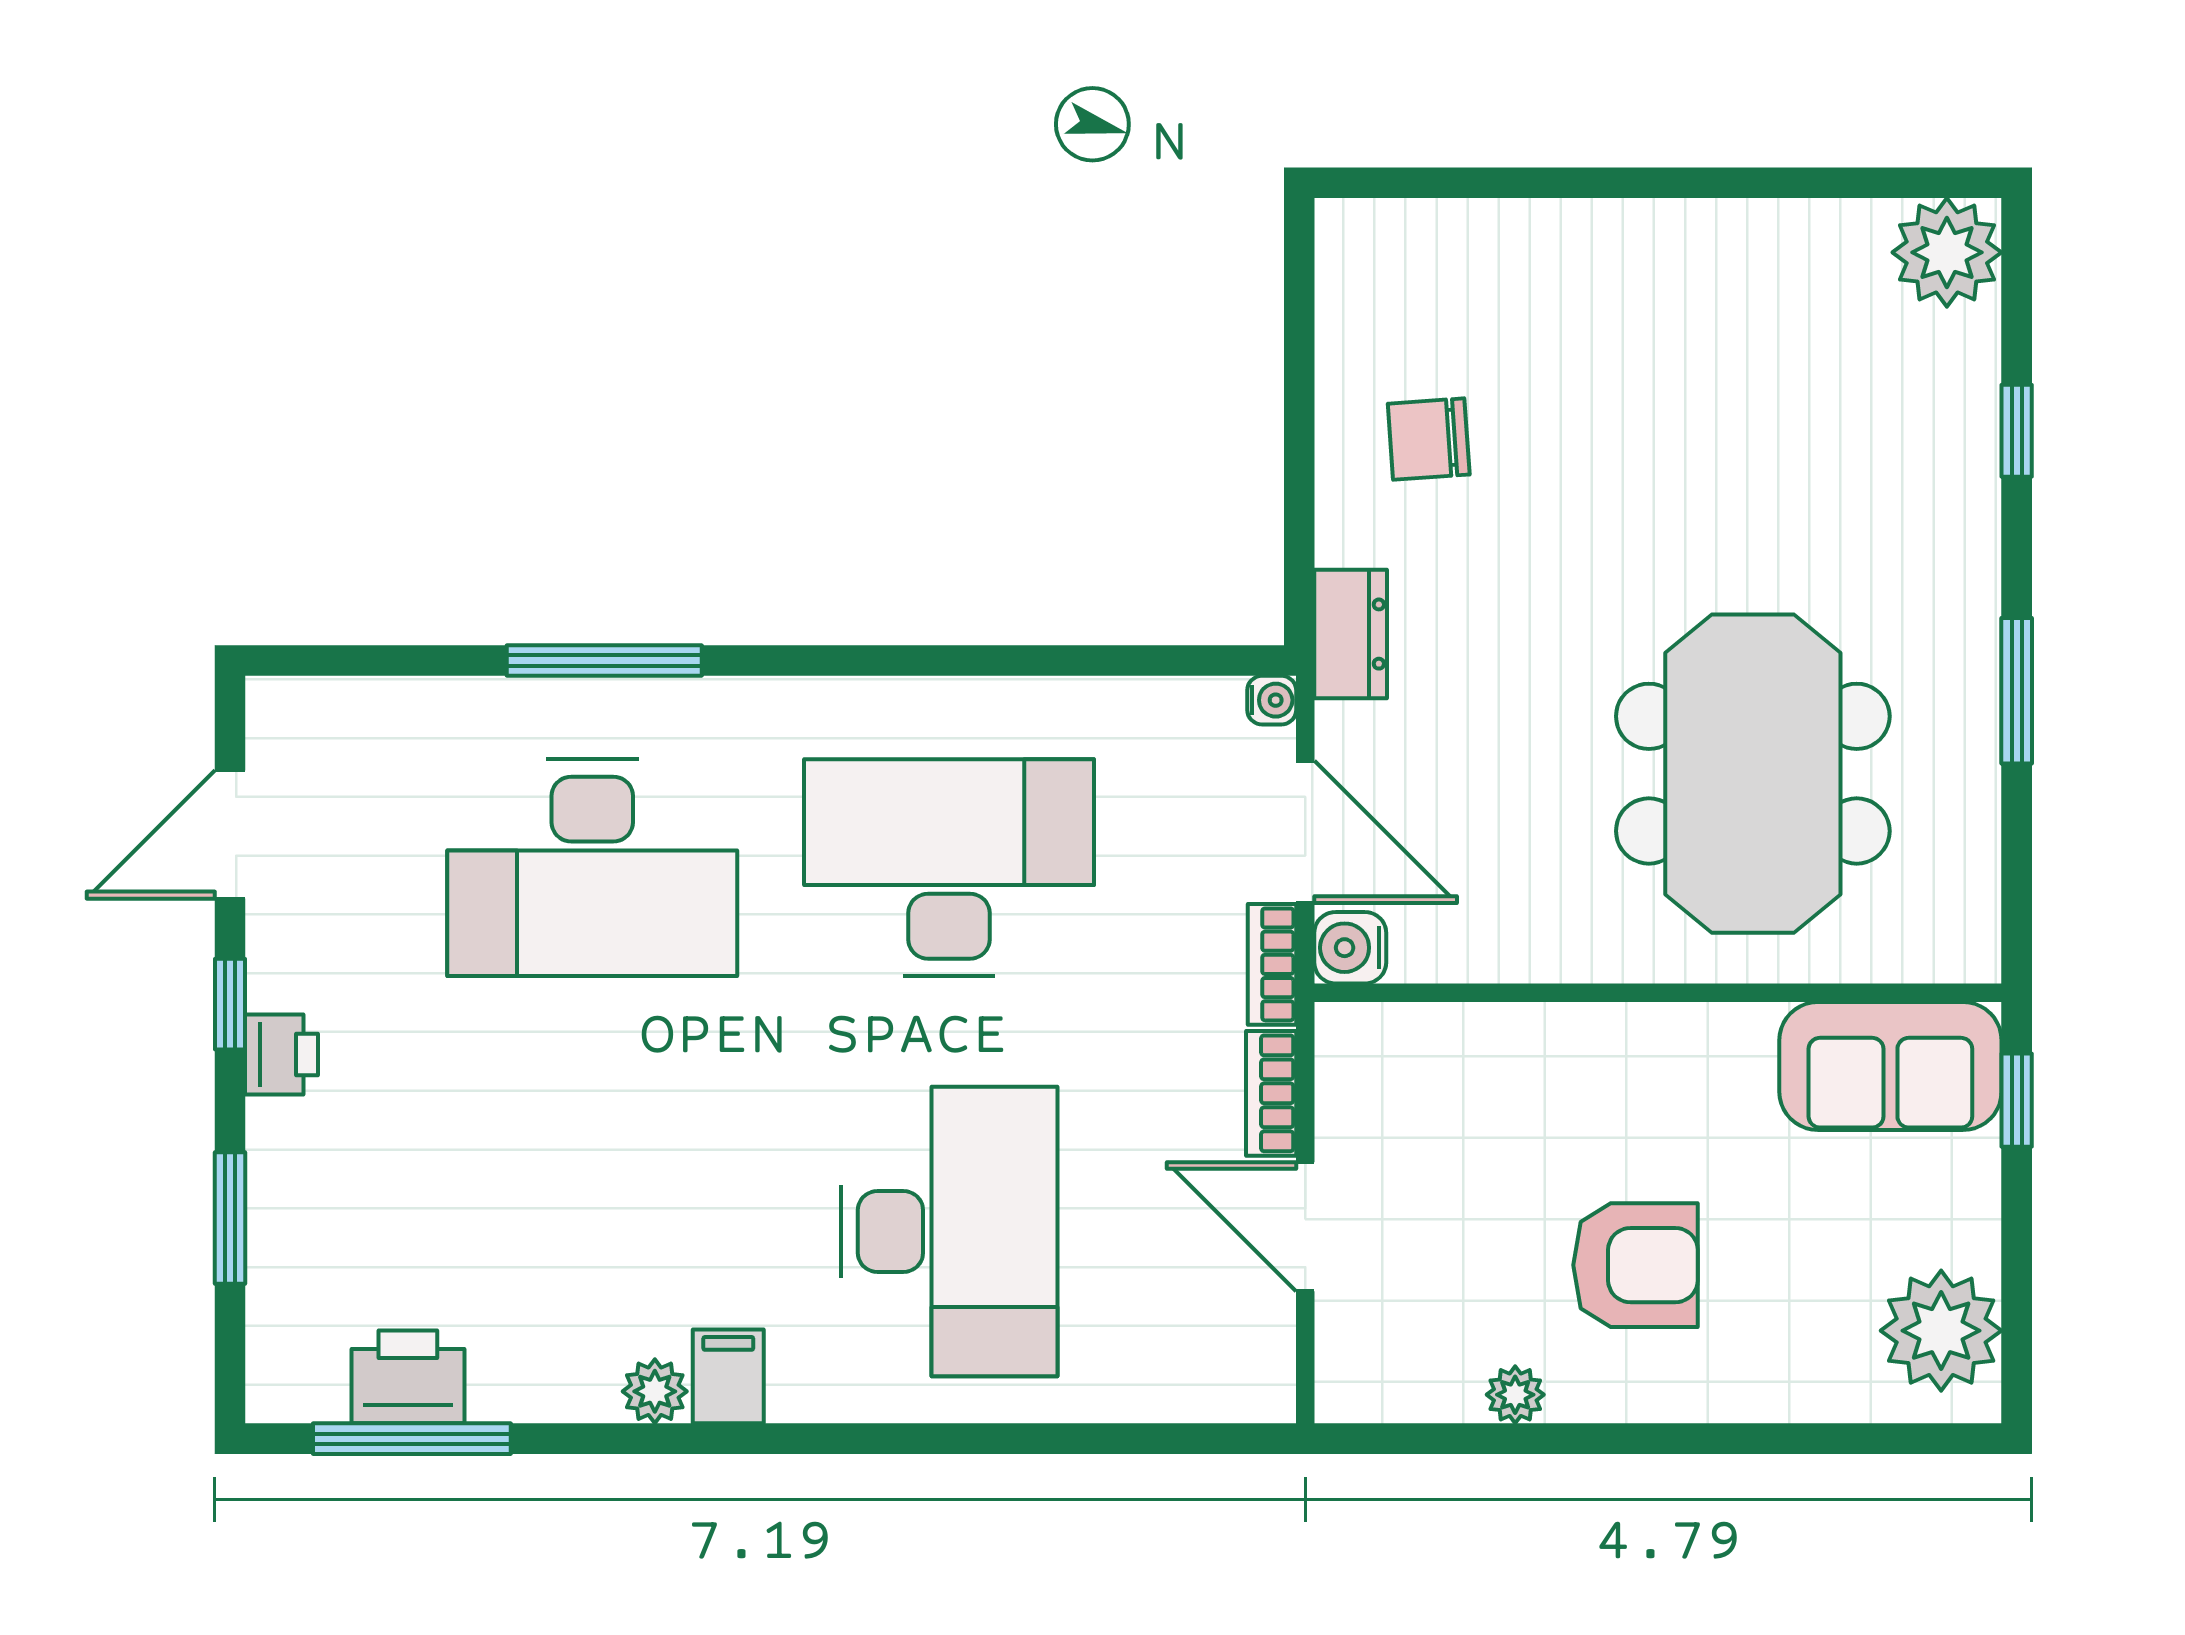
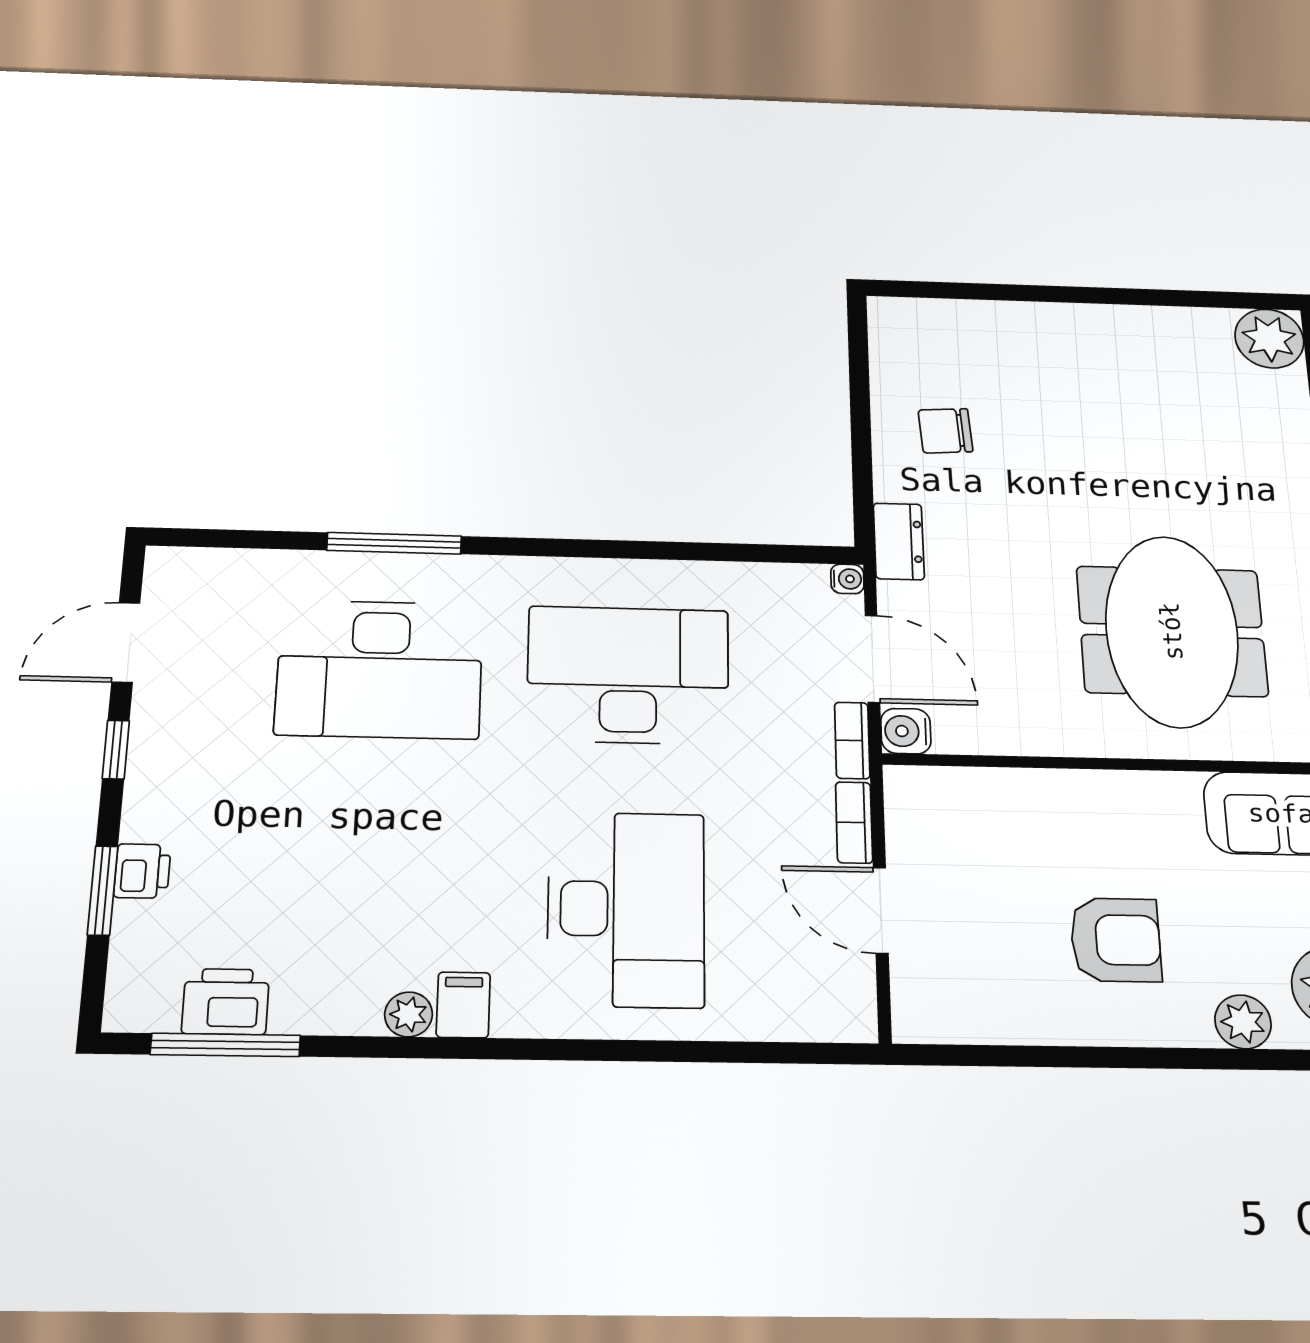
printer: (281, 1054) -> (142, 871), moved
plant: (1515, 1395) -> (1243, 1022), moved, width x1.38, depth x1.38

